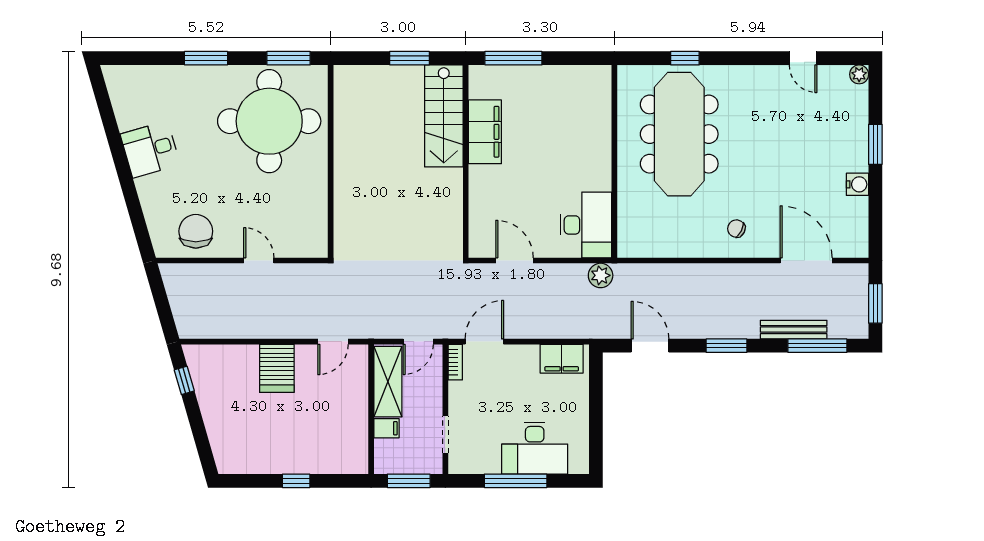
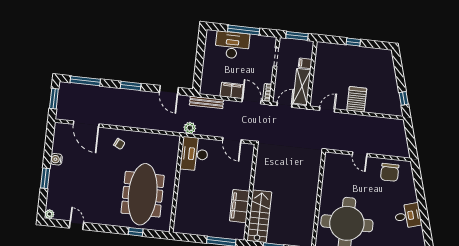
bench: (794, 330) -> (206, 102), moved
door: (484, 342) -> (252, 101), swing flipped
filing cabinet: (562, 359) -> (232, 90), moved

